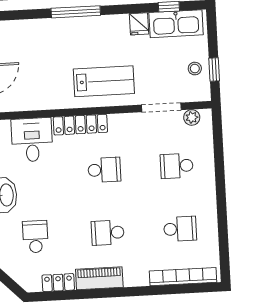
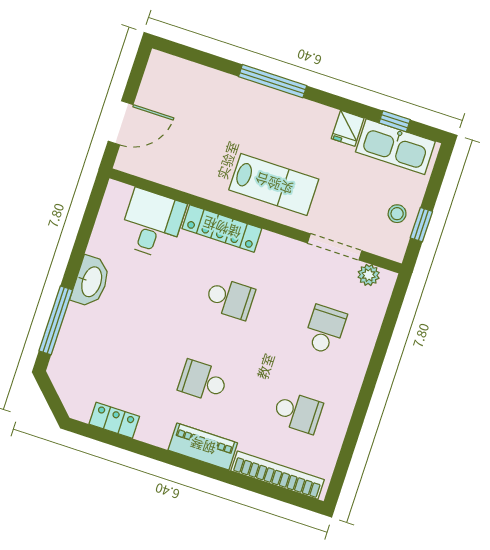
school desk: (177, 166) -> (325, 330), turned 90
school desk: (35, 237) -> (108, 350), removed
piano: (99, 278) -> (203, 446), moved

